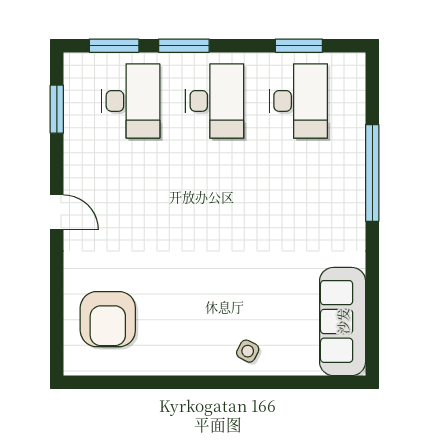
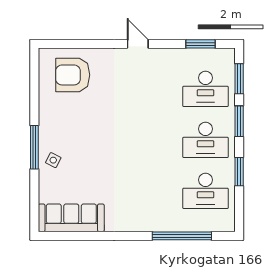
window: (299, 46) -> (239, 172), moved
window: (372, 173) -> (182, 236), moved
door: (57, 212) -> (138, 44), swing flipped
window: (227, 382) -> (34, 147), added

